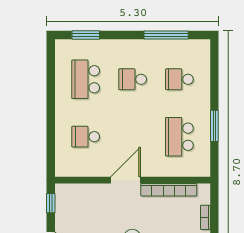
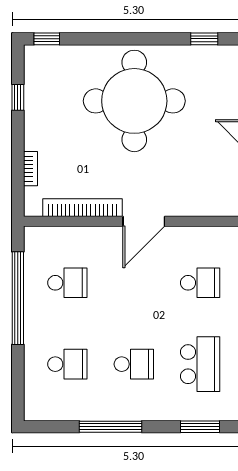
window: (166, 35) -> (111, 427), moved
window: (214, 126) -> (18, 298), width x2.11
school desk: (179, 137) -> (67, 283), width x0.54

